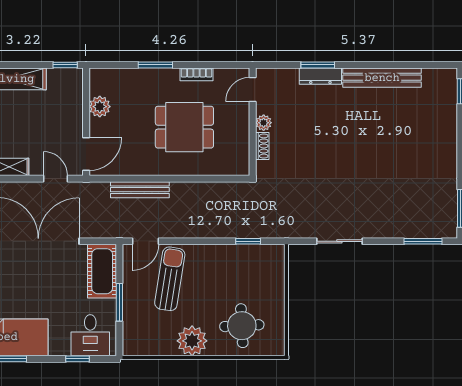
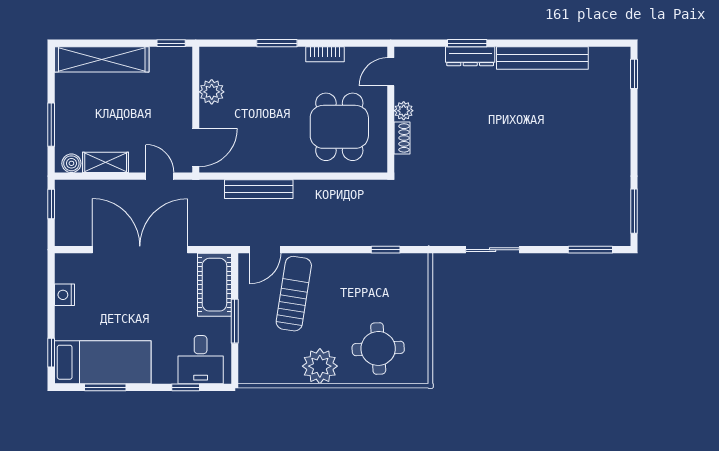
dining table: (184, 127) -> (339, 127), moved, turned 90

